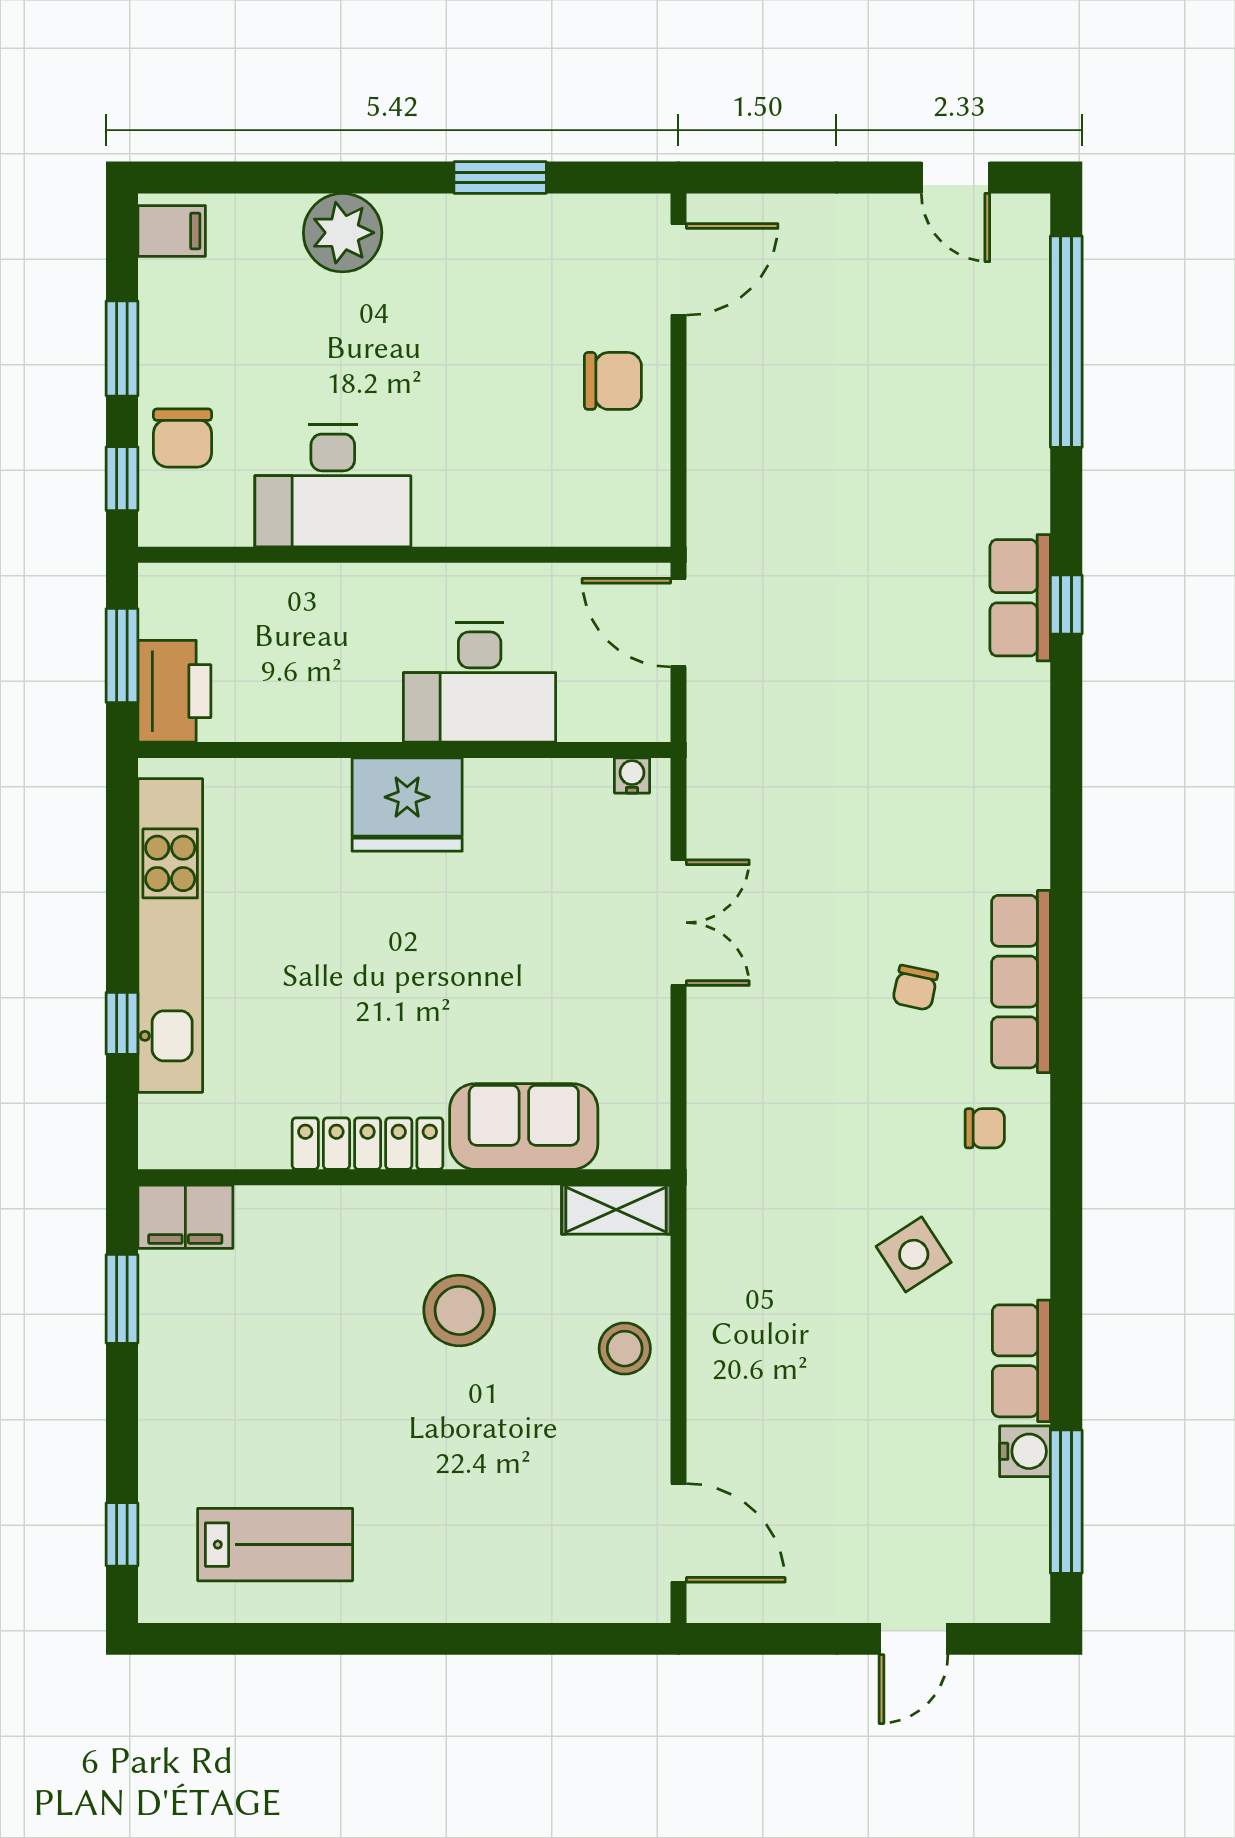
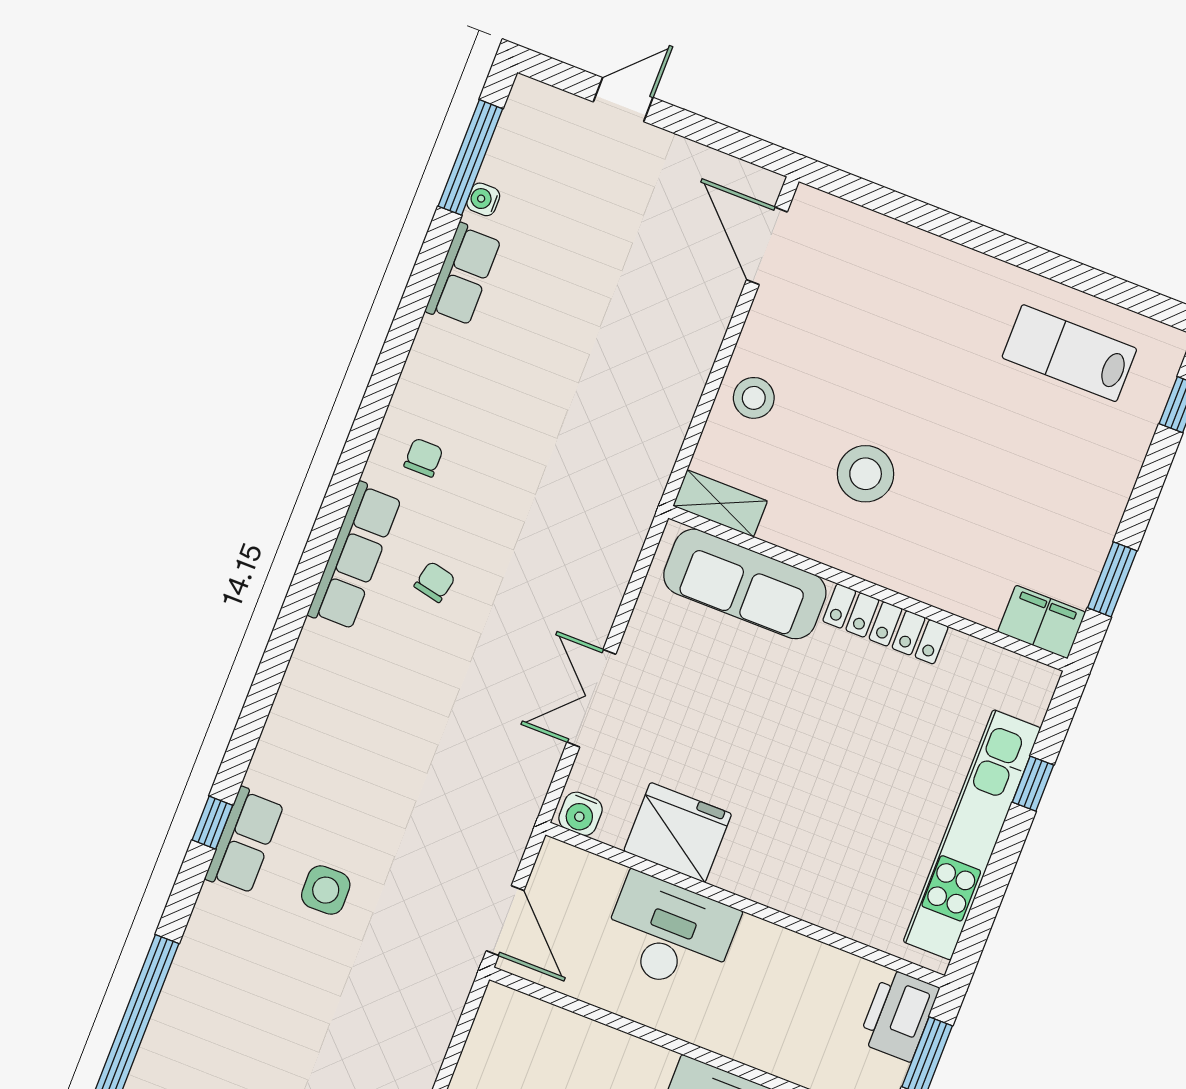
water cooler: (632, 775) -> (580, 814), width x1.38, depth x1.38
fridge: (407, 804) -> (678, 832), moved
sofa: (524, 1126) -> (745, 584), width x1.36
chair: (985, 1128) -> (423, 458), turned 90
side table: (914, 1254) -> (326, 890), moved, turned 32
water cooler: (1025, 1451) -> (483, 199), width x0.72, depth x0.72

